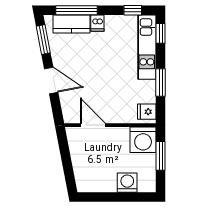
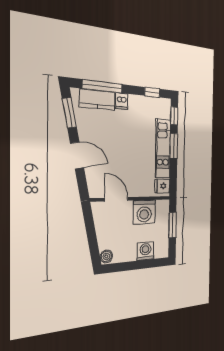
kitchen unit: (147, 47) -> (163, 149), moved
window: (161, 83) -> (174, 146), moved
washing machine: (143, 140) -> (144, 212), moved
boiler: (82, 184) -> (106, 256), added

